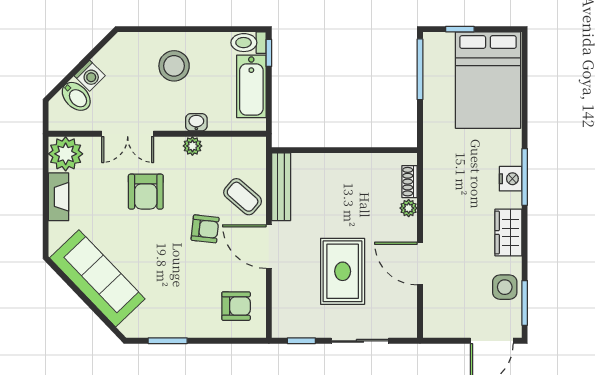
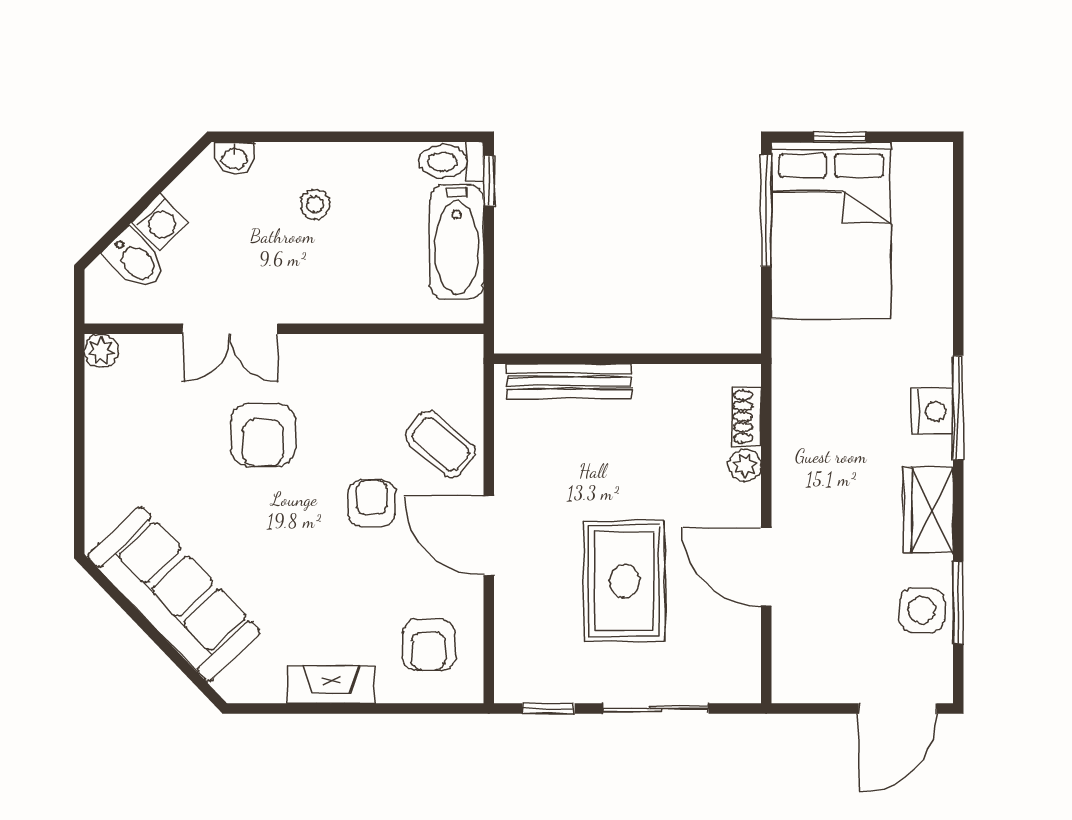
stool: (174, 66) -> (315, 204), width x0.53, depth x0.53
bed: (488, 80) -> (831, 230), moved
washbasin: (196, 122) -> (234, 158), moved, turned 180
plant: (192, 146) -> (349, 351), removed
plant: (66, 154) -> (101, 351), width x0.53, depth x0.53
bench: (281, 187) -> (569, 381), moved, turned 90
fireplace: (59, 197) -> (331, 685), moved, turned -90
armchair: (205, 229) -> (372, 503), turned -96
window: (525, 303) -> (958, 603), moved
armchair: (236, 306) -> (429, 645), turned 90
window: (168, 341) -> (303, 709), removed

